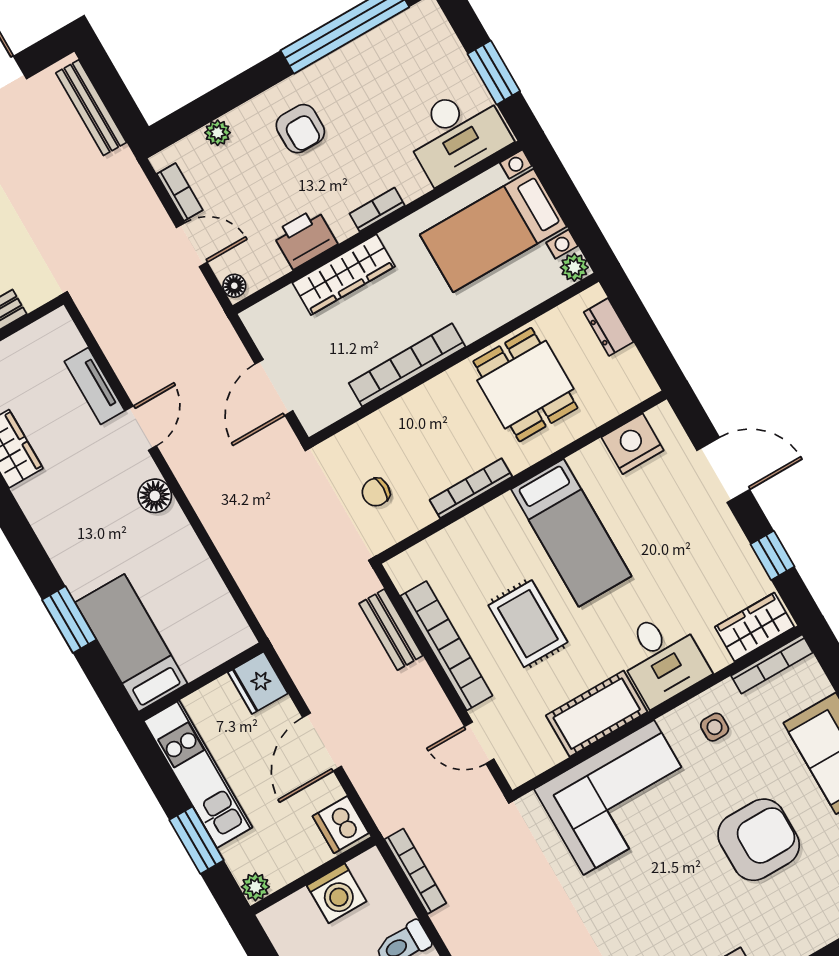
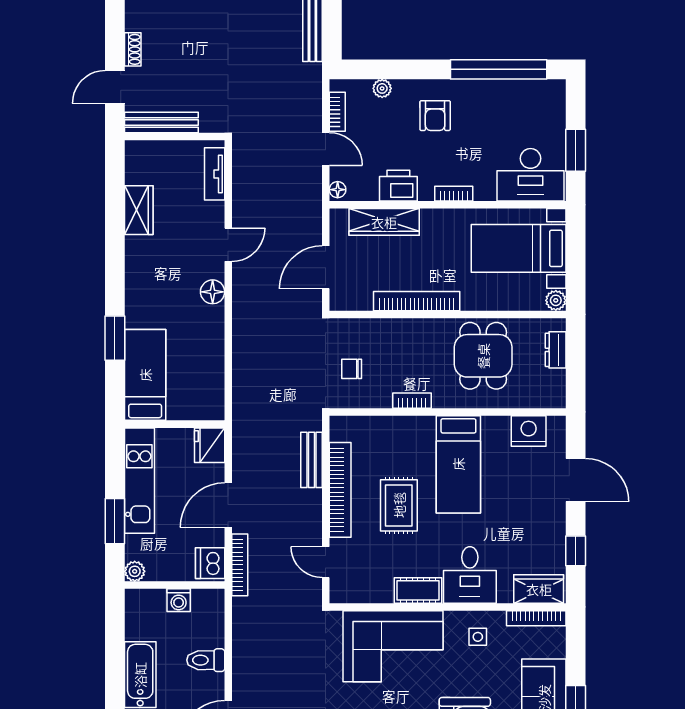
wardrobe: (344, 274) -> (384, 222), moved
tv unit: (94, 386) -> (215, 174), moved
bookcase: (471, 488) -> (412, 401), width x0.64
cot: (597, 714) -> (418, 590), width x0.73, depth x0.75
bookcase: (415, 871) -> (240, 565), moved
washing machine: (337, 893) -> (179, 600), width x0.73, depth x0.73

